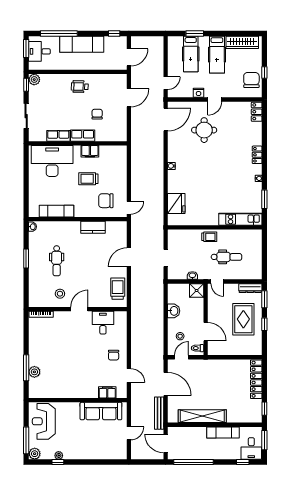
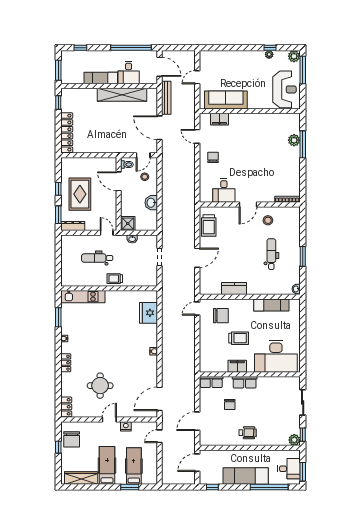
round table: (204, 130) -> (100, 386), moved
row of seats: (58, 136) -> (211, 382), moved
desk: (251, 449) -> (129, 73), moved, turned 180

